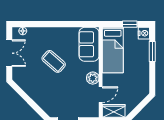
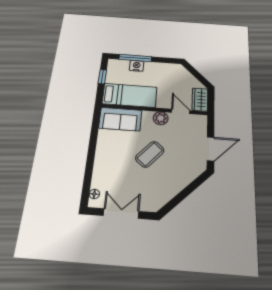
nightstand: (144, 33) -> (137, 66), moved
window: (152, 51) -> (135, 58), width x1.44
coffee table: (54, 61) -> (150, 154), moved

